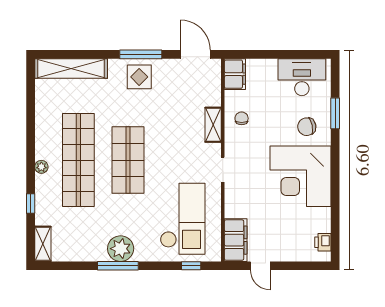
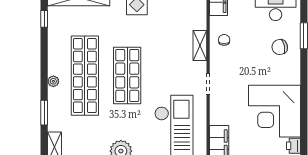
window: (31, 94) -> (44, 19), added
corner desk: (301, 176) -> (274, 111), moved
window: (31, 204) -> (44, 113), width x1.50

